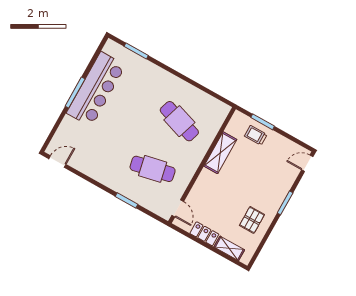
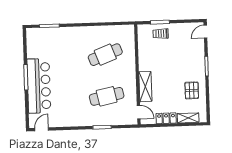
bar counter: (96, 89) -> (39, 86), moved
cafe table: (179, 121) -> (105, 55), turned -39
shelving: (220, 153) -> (145, 87), moved

